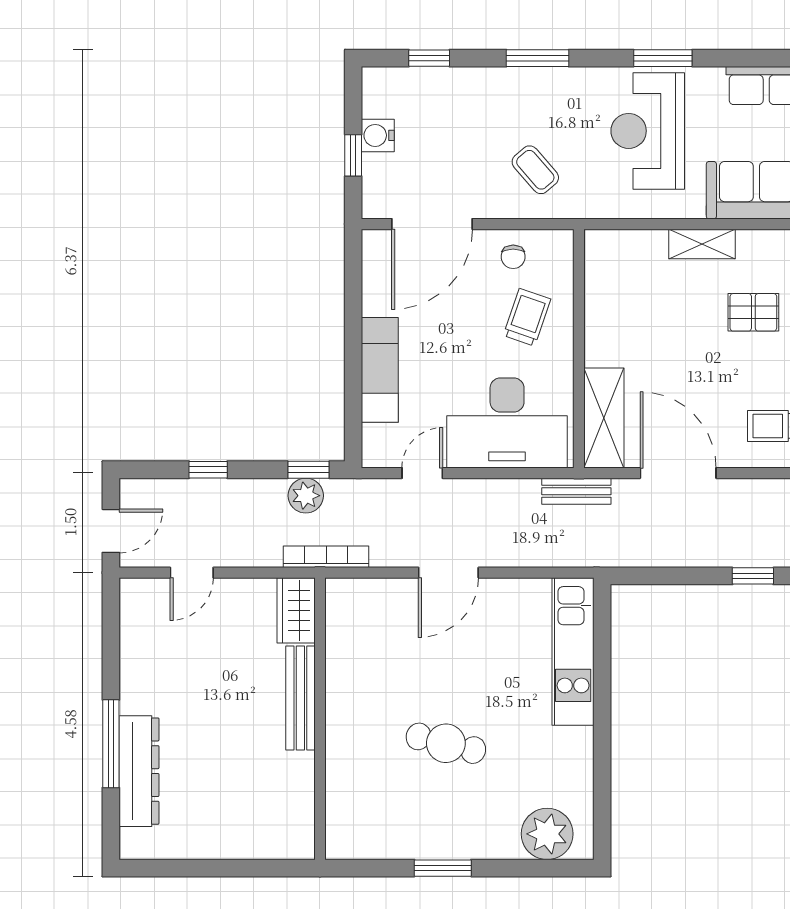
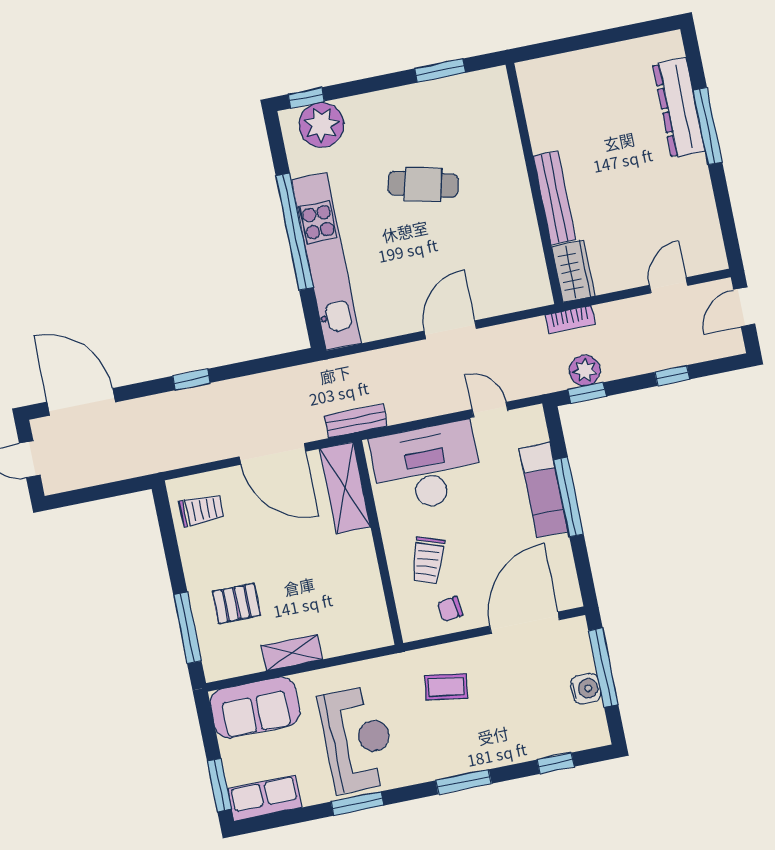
window: (353, 155) -> (603, 667), width x2.17
coffee table: (535, 170) -> (446, 687), turned -40
chair: (513, 257) -> (450, 609), turned -98
window: (353, 356) -> (569, 497), added
door: (422, 473) -> (490, 410), swing flipped
bookcase: (326, 557) -> (570, 319), width x0.64
kitchen unit: (573, 651) -> (326, 261), width x1.36
window: (602, 719) -> (295, 232), added
window: (443, 868) -> (440, 71), moved
window: (558, 868) -> (306, 98), added

